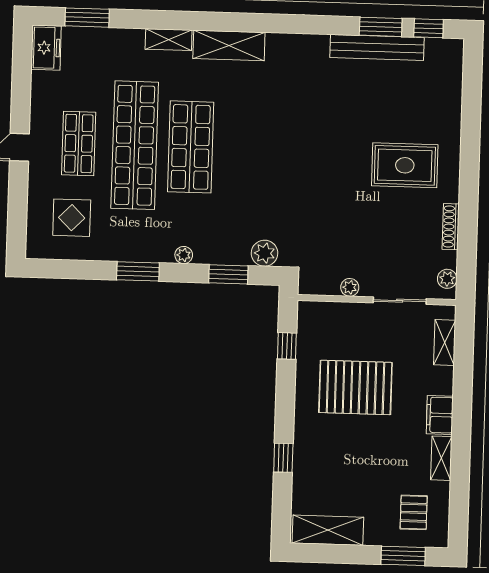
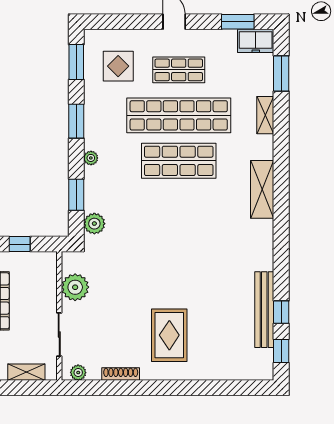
window: (381, 27) -> (281, 312), width x0.67
shelving: (169, 40) -> (265, 115), moved
window: (22, 69) -> (238, 22), added
window: (65, 269) -> (76, 62), added
plant: (350, 287) -> (75, 287), width x1.88, depth x1.88

